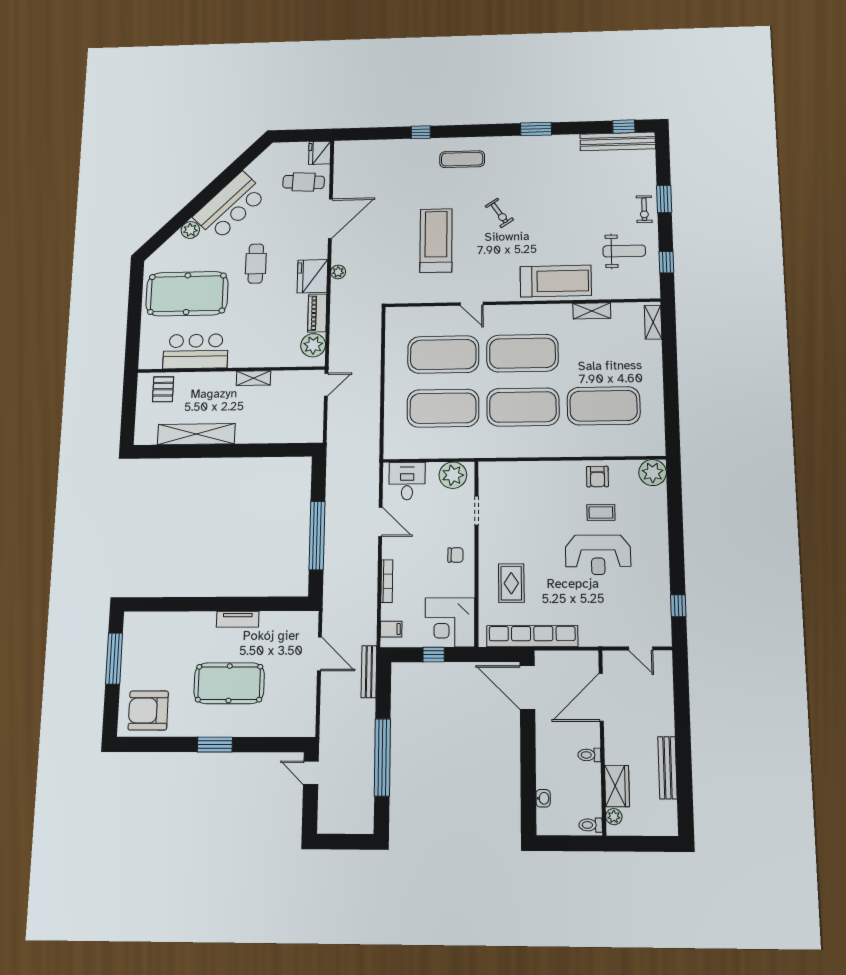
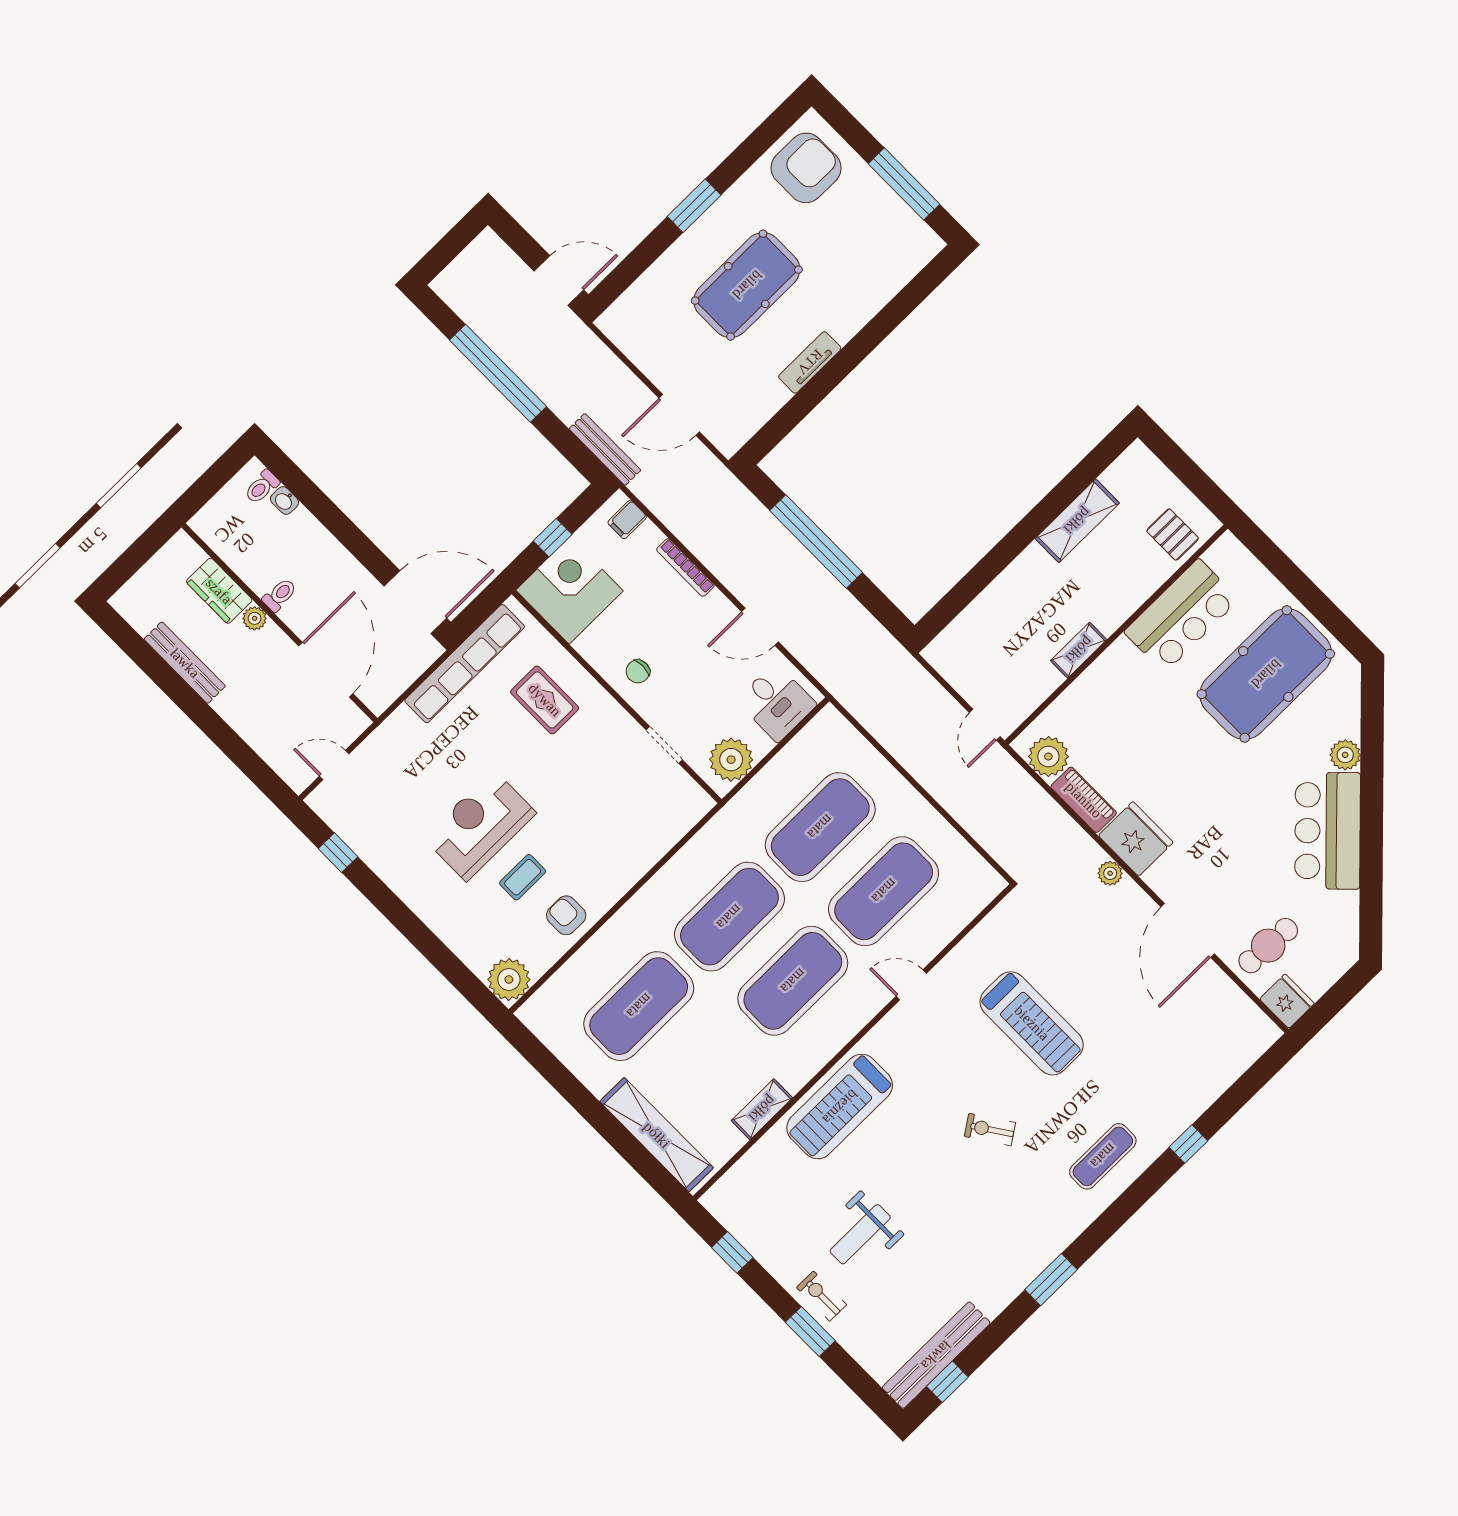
weight bench: (624, 251) -> (860, 1234), moved
cafe table: (256, 264) -> (1221, 790), removed
shelving: (653, 322) -> (657, 1135), width x2.20, depth x1.33
shelving: (196, 434) -> (1077, 521), width x0.68
door: (311, 773) -> (559, 281), width x1.38
plant: (614, 817) -> (255, 618), moved
toilet: (591, 825) -> (262, 487), moved, turned 180

